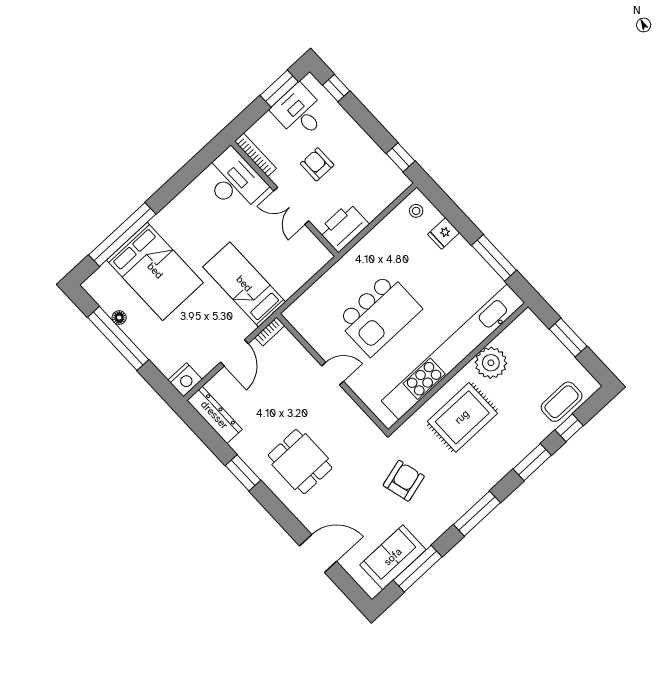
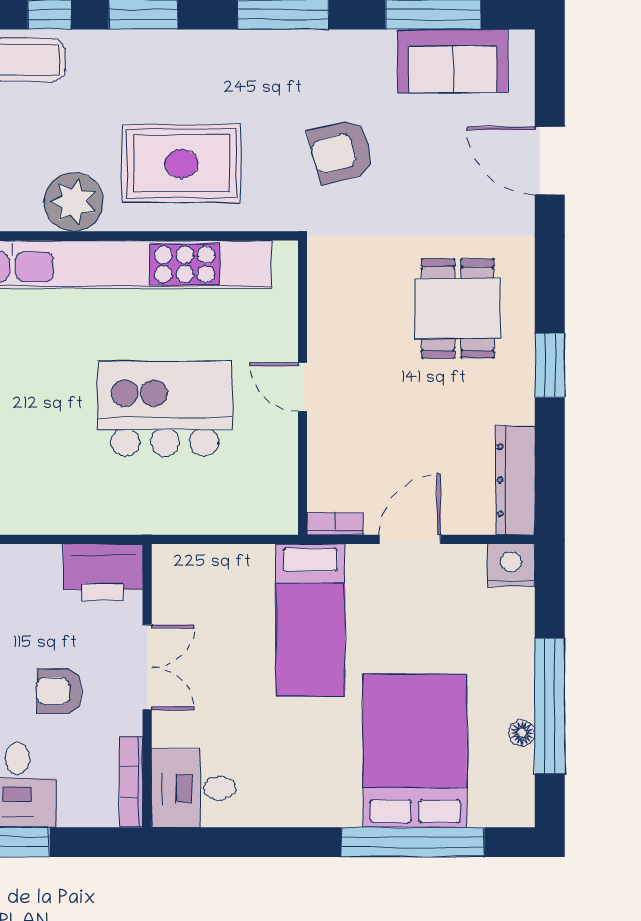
armchair: (317, 164) -> (59, 691), turned 90
desk: (234, 181) -> (194, 788), width x0.73

